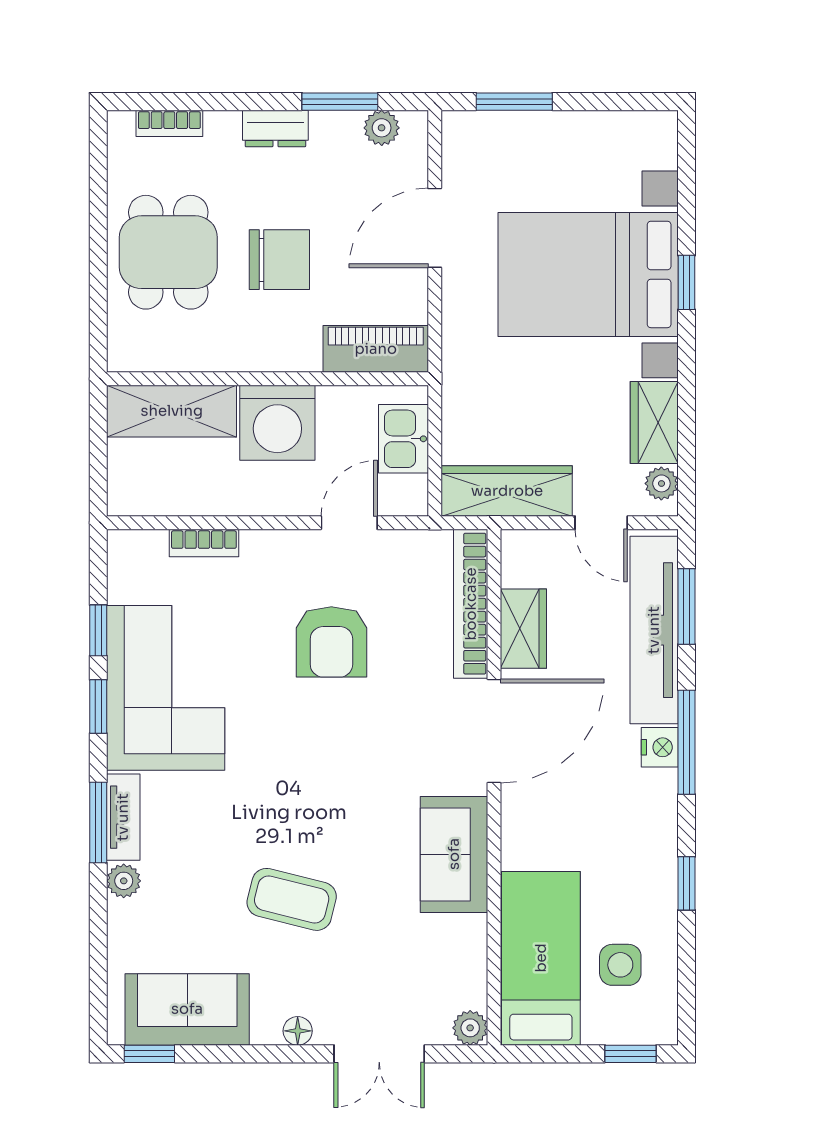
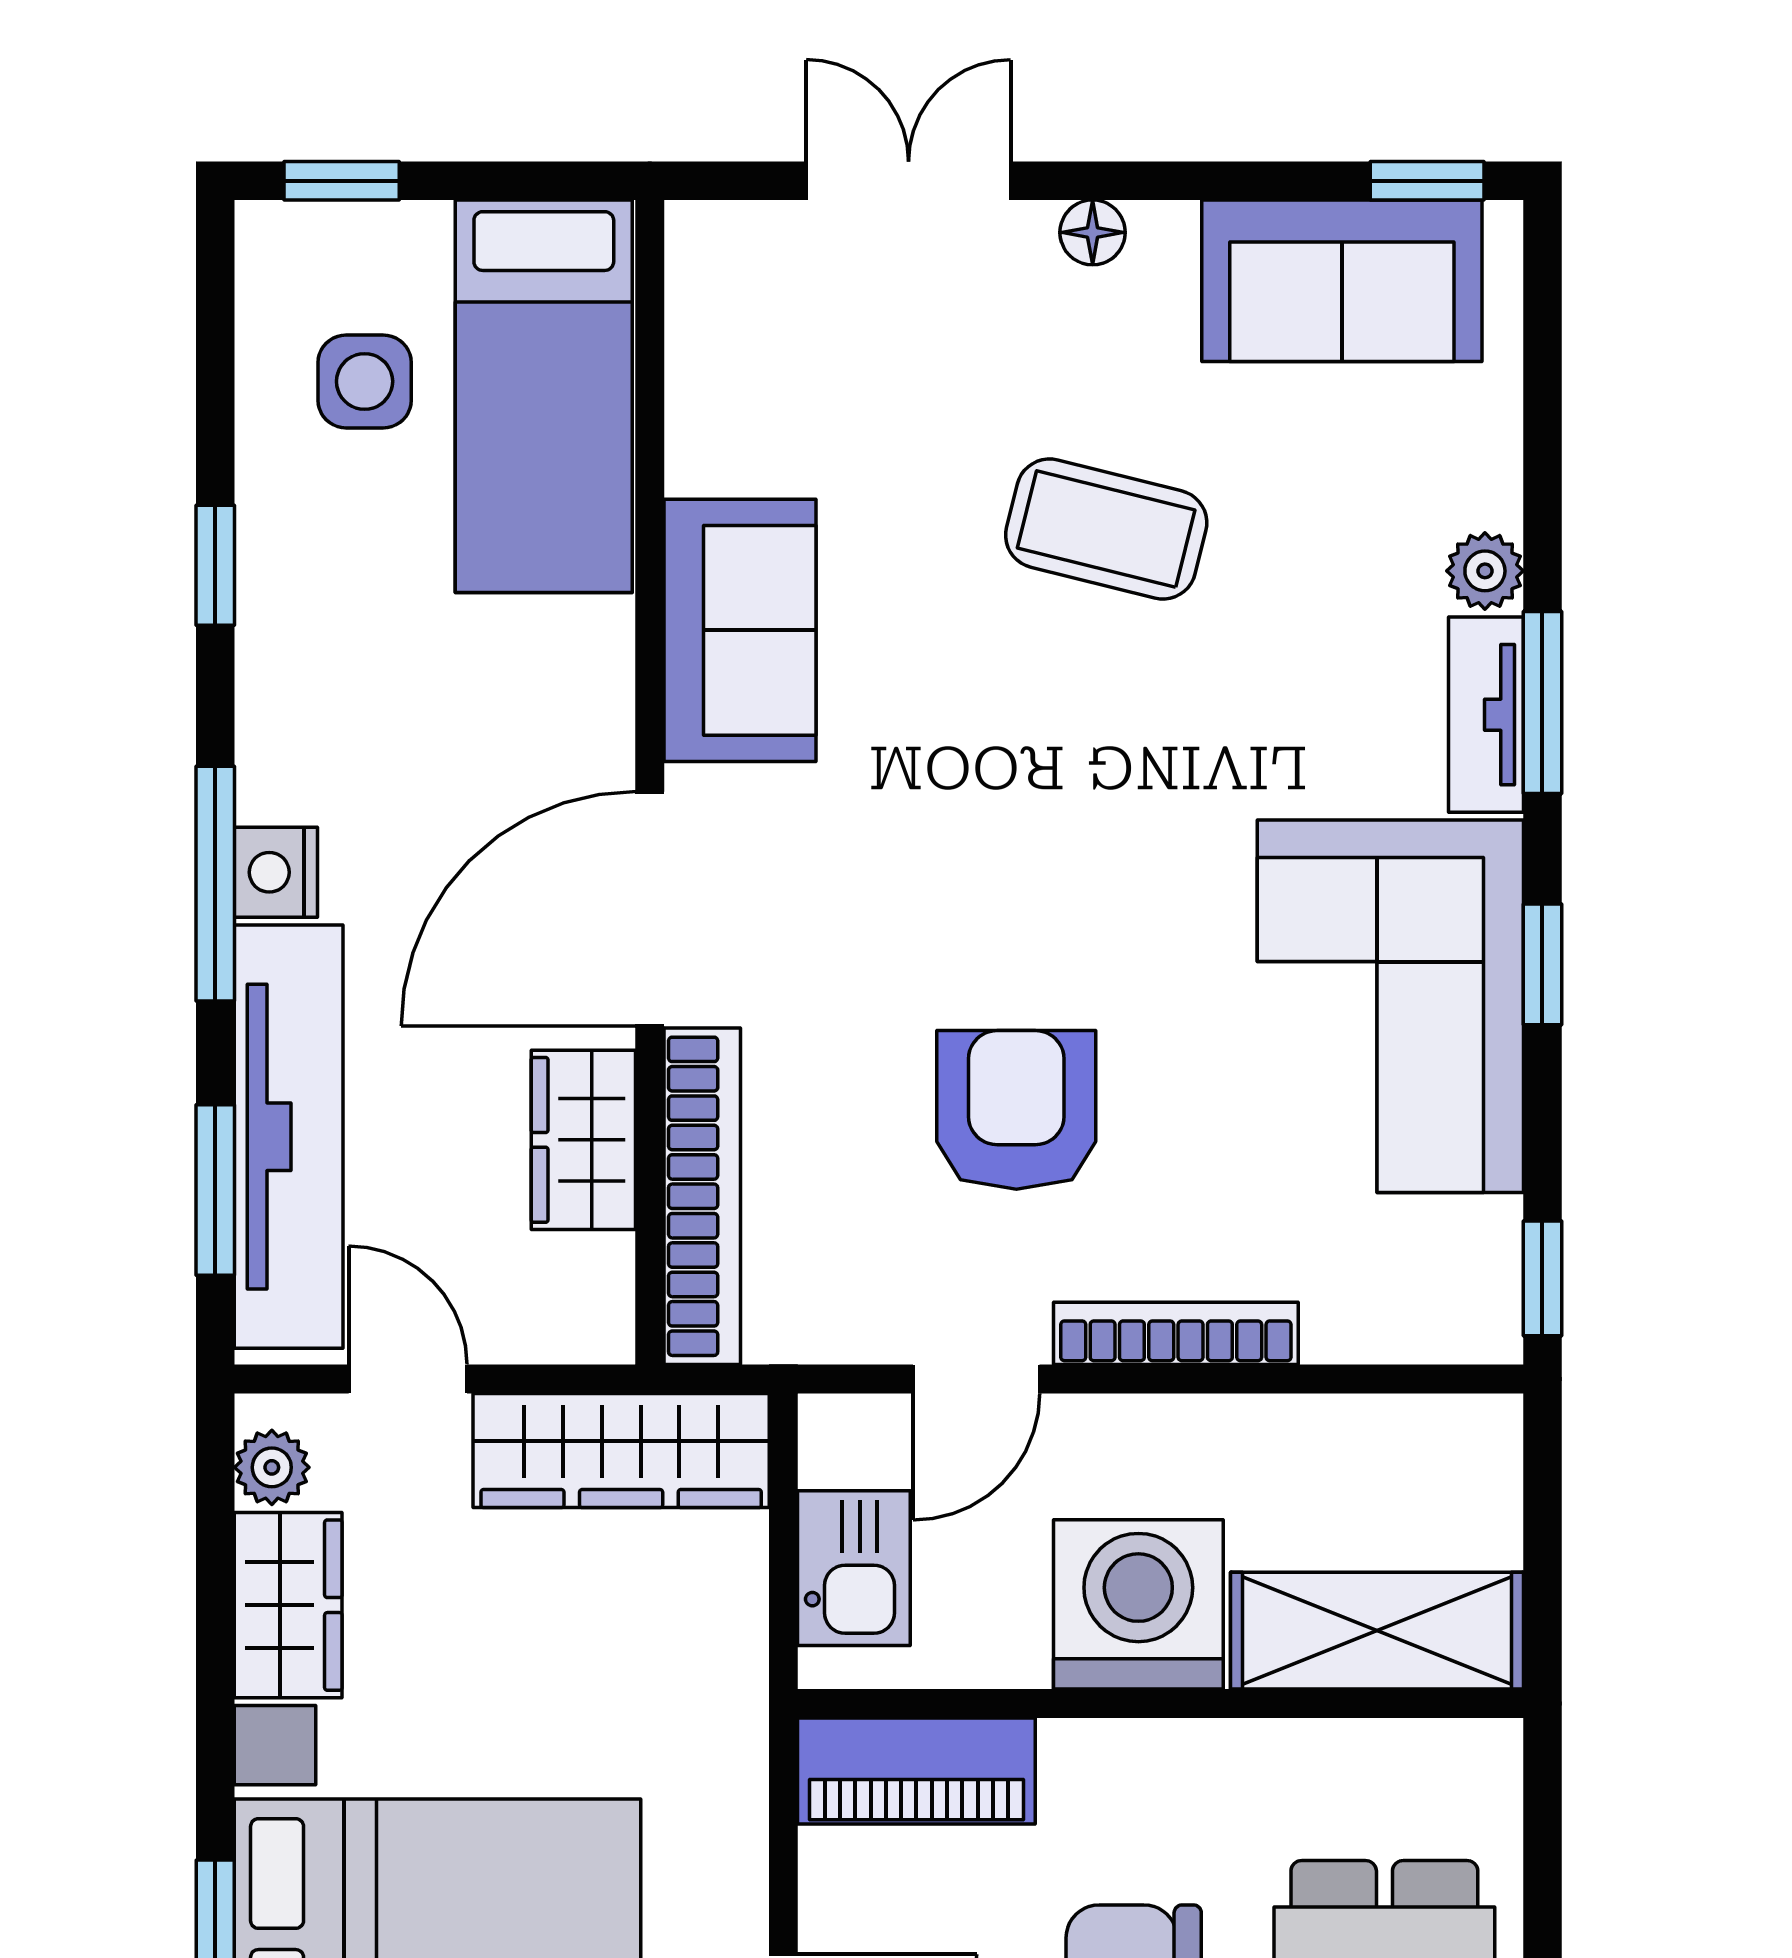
bookcase: (204, 543) -> (1176, 1333), moved, width x1.56
window: (98, 630) -> (1542, 1278), moved
plant: (470, 1028) -> (703, 239), removed

